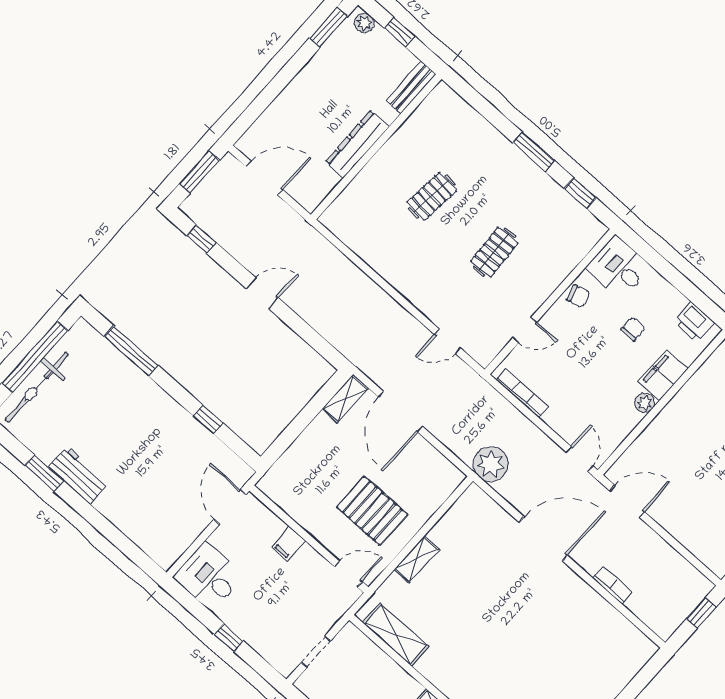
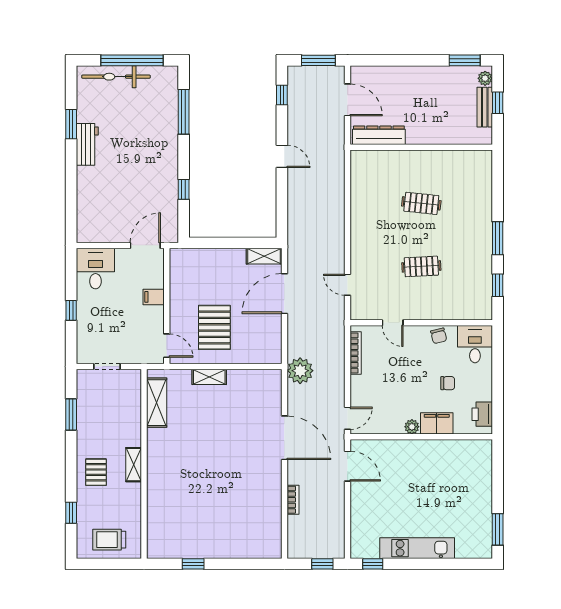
bench: (411, 87) -> (485, 107), moved, turned 90
dresser: (357, 144) -> (379, 135), moved

